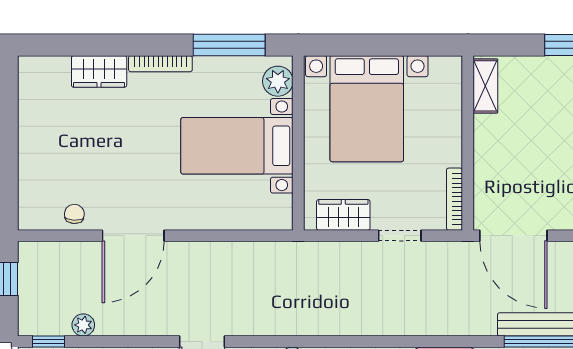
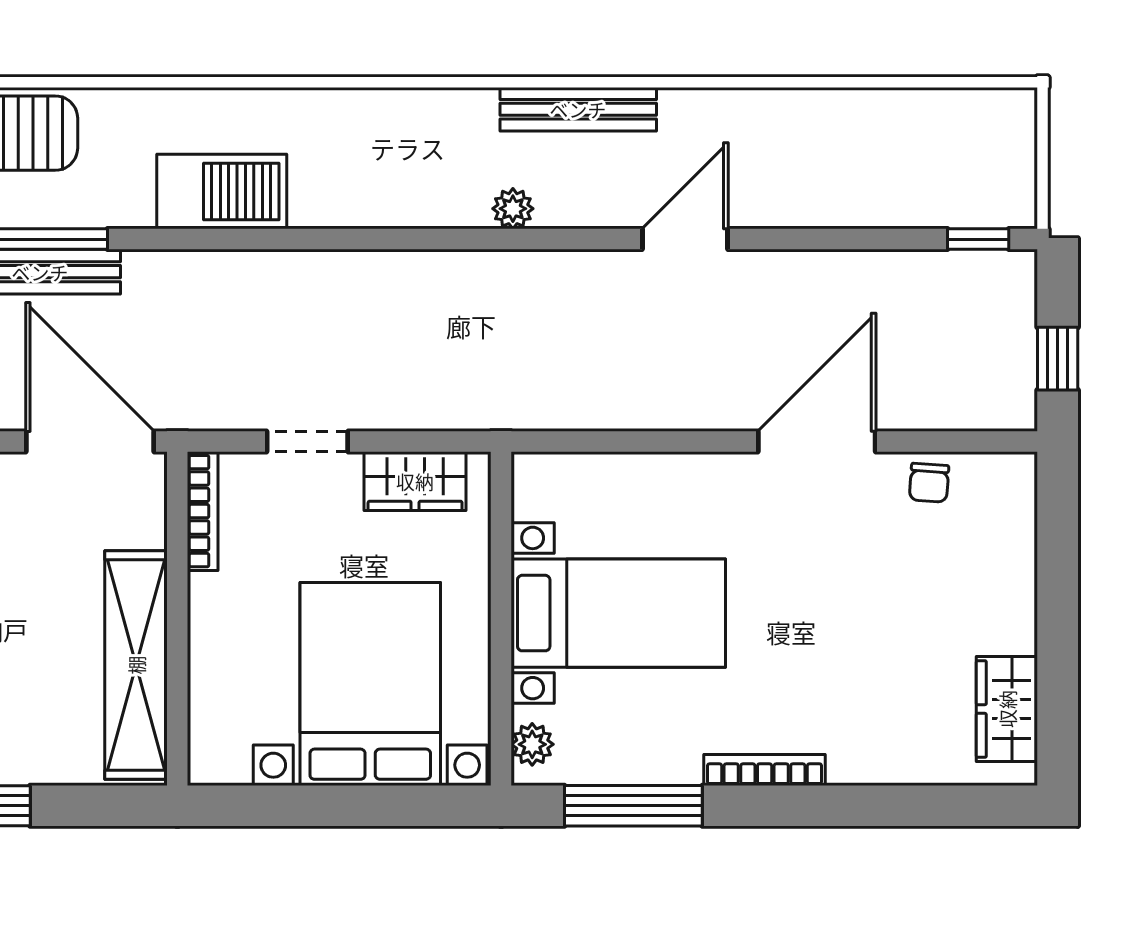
wardrobe: (99, 71) -> (1007, 709), moved, turned -90
plant: (278, 81) -> (532, 744), width x0.73, depth x0.73
shelving: (485, 86) -> (136, 665), width x2.20, depth x1.33
plant: (83, 325) -> (912, 271), removed

